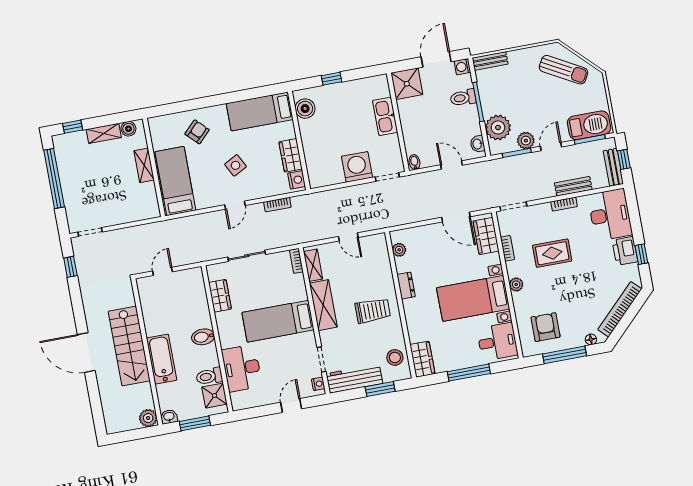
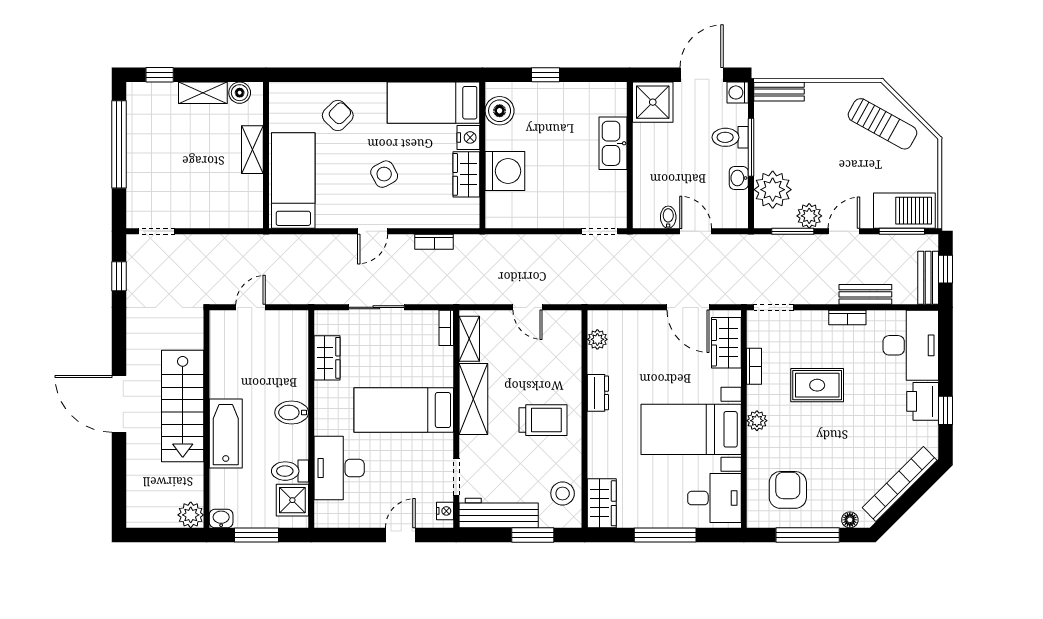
washbasin: (478, 144) -> (739, 178), moved
bidet: (415, 162) -> (668, 217), moved
washing machine: (357, 167) -> (505, 171), moved, turned 90
nightstand: (297, 180) -> (468, 137), moved

